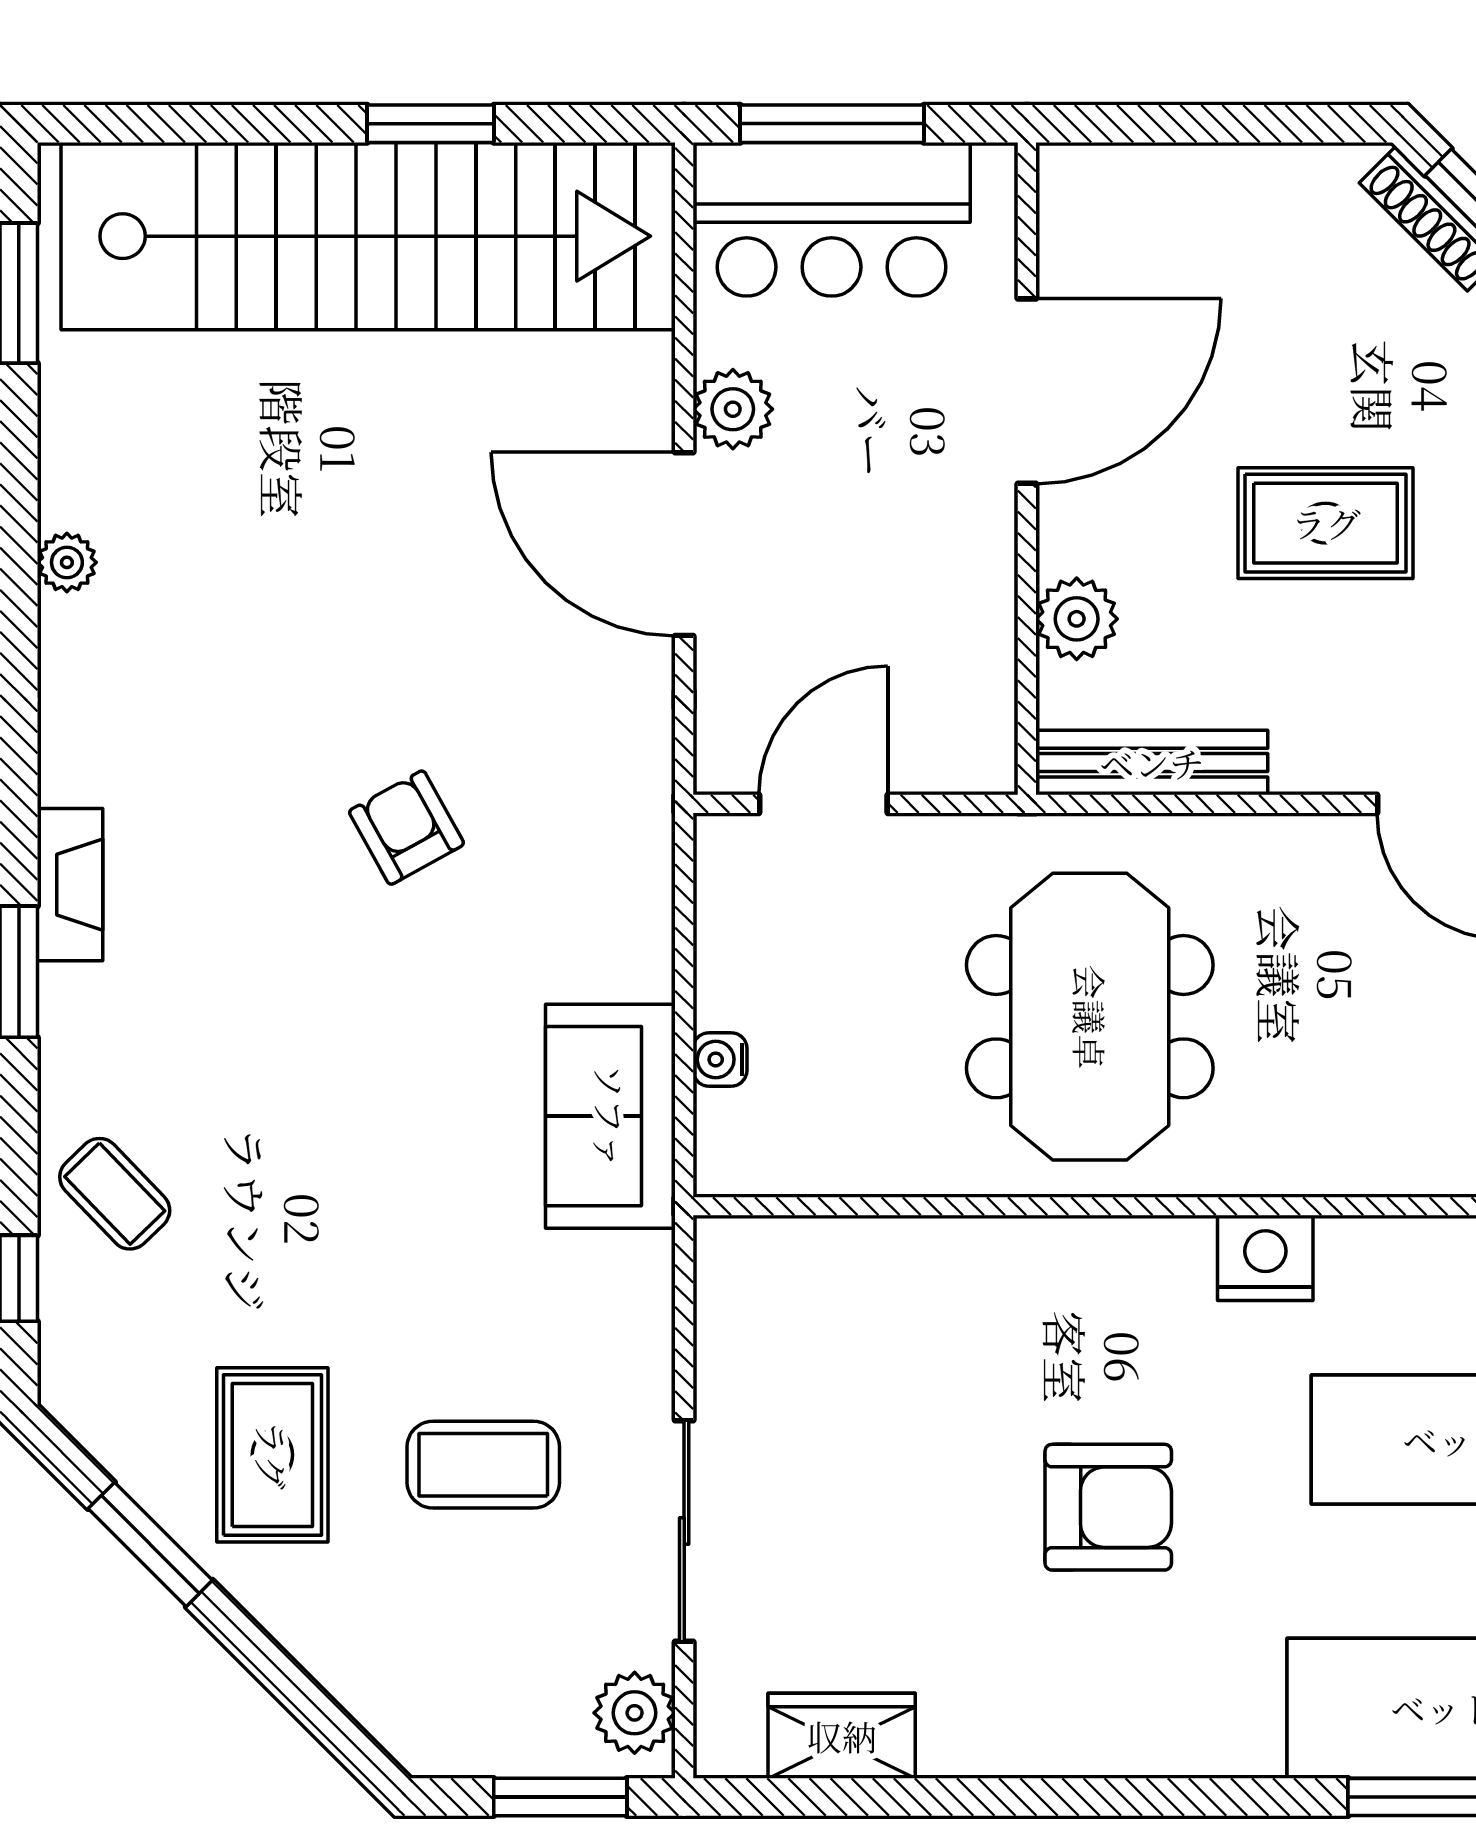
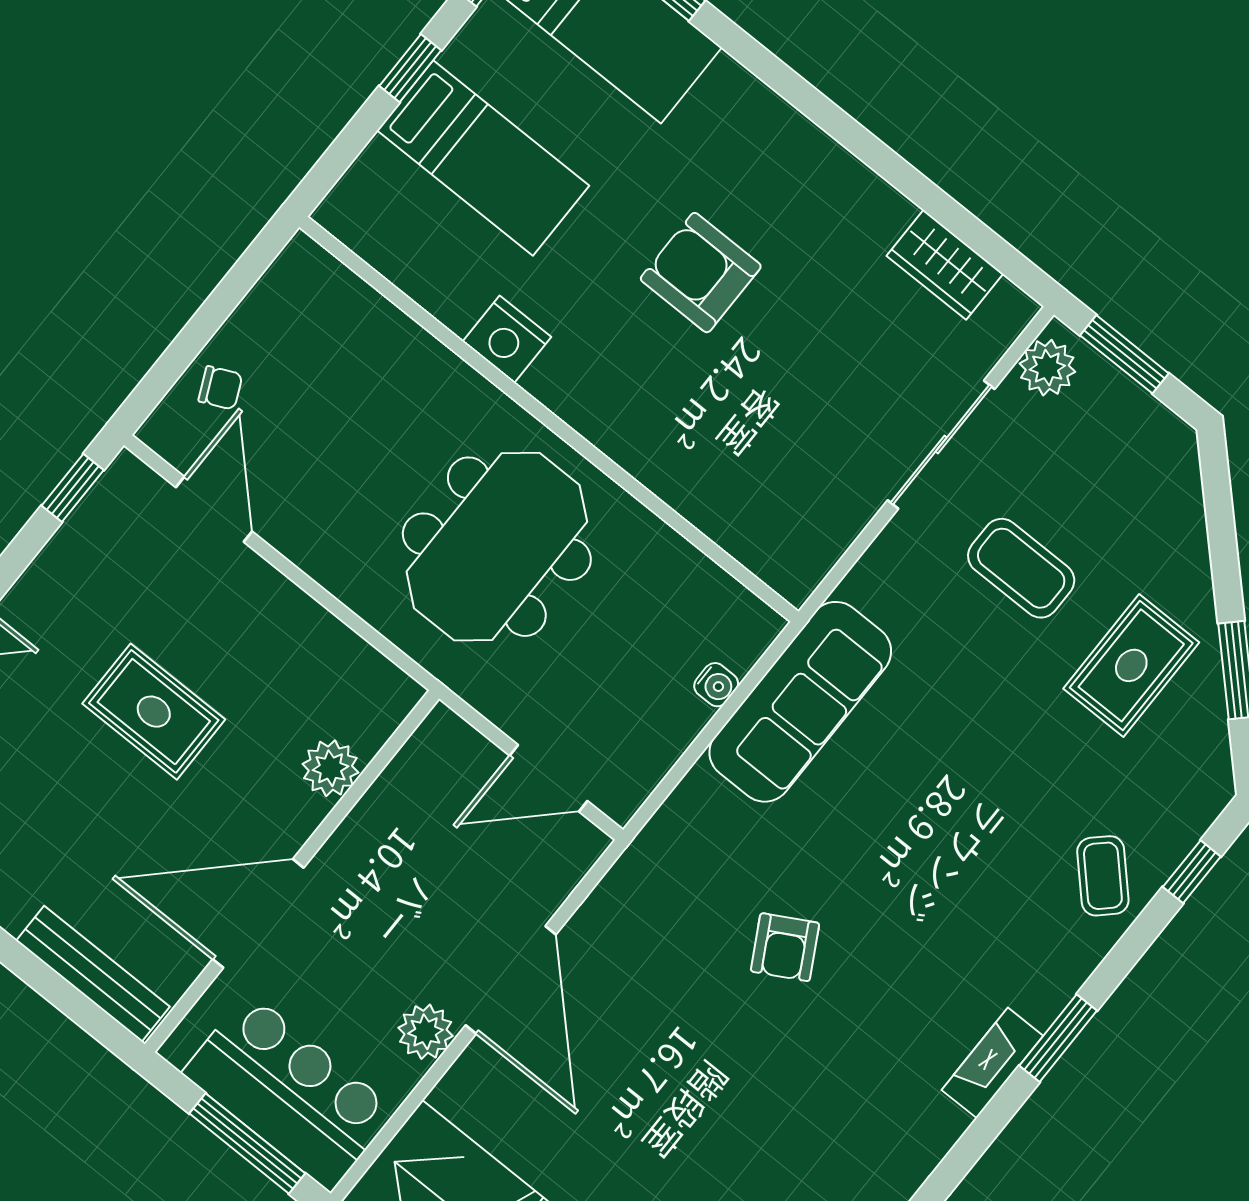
bench: (1152, 763) -> (93, 974), moved
sofa: (610, 1116) -> (800, 702), width x1.36

